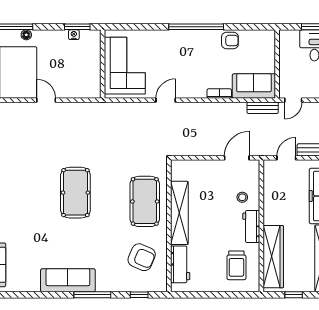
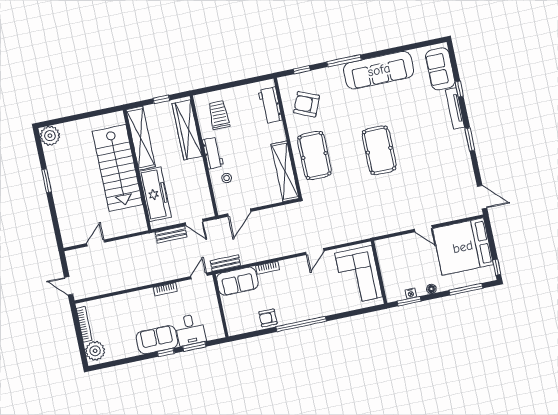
floor lamp: (26, 35) -> (431, 289), moved
door: (286, 158) -> (194, 222), hinge flipped
shelving: (179, 213) -> (285, 171), moved
sofa: (68, 280) -> (379, 70), width x1.36, depth x1.27

